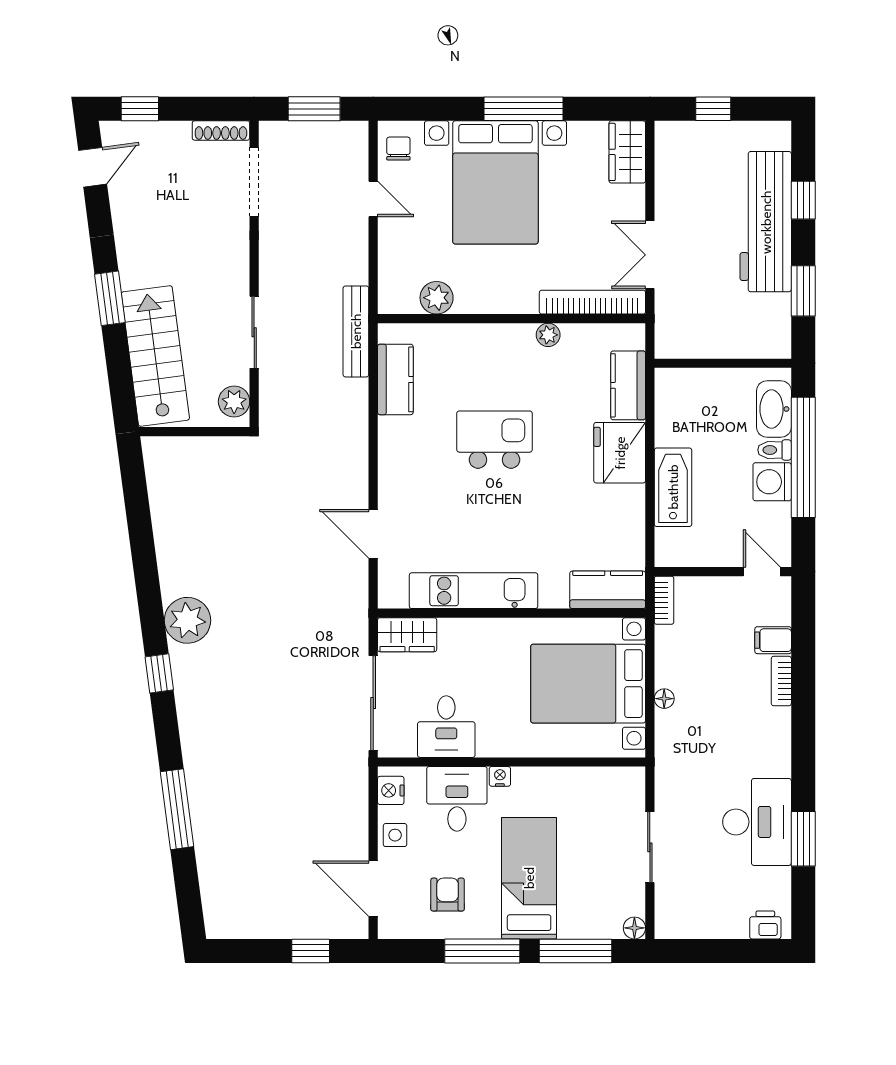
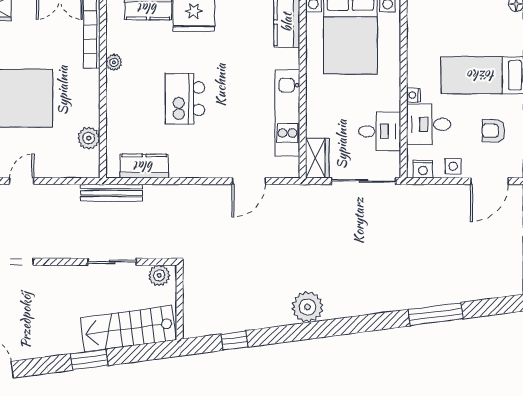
window: (159, 673) -> (234, 341), moved

